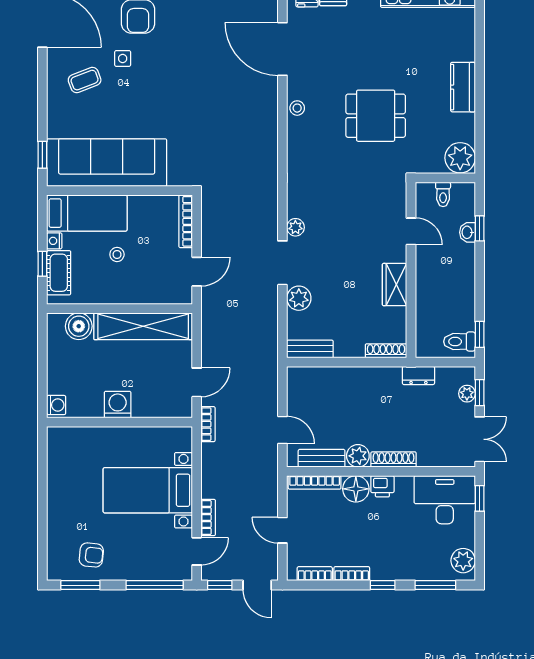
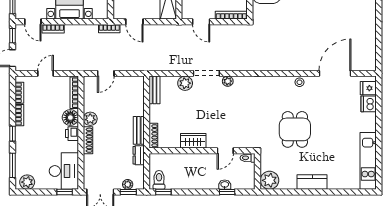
toilet: (443, 194) -> (248, 158), moved
bench: (322, 458) -> (139, 130), moved

